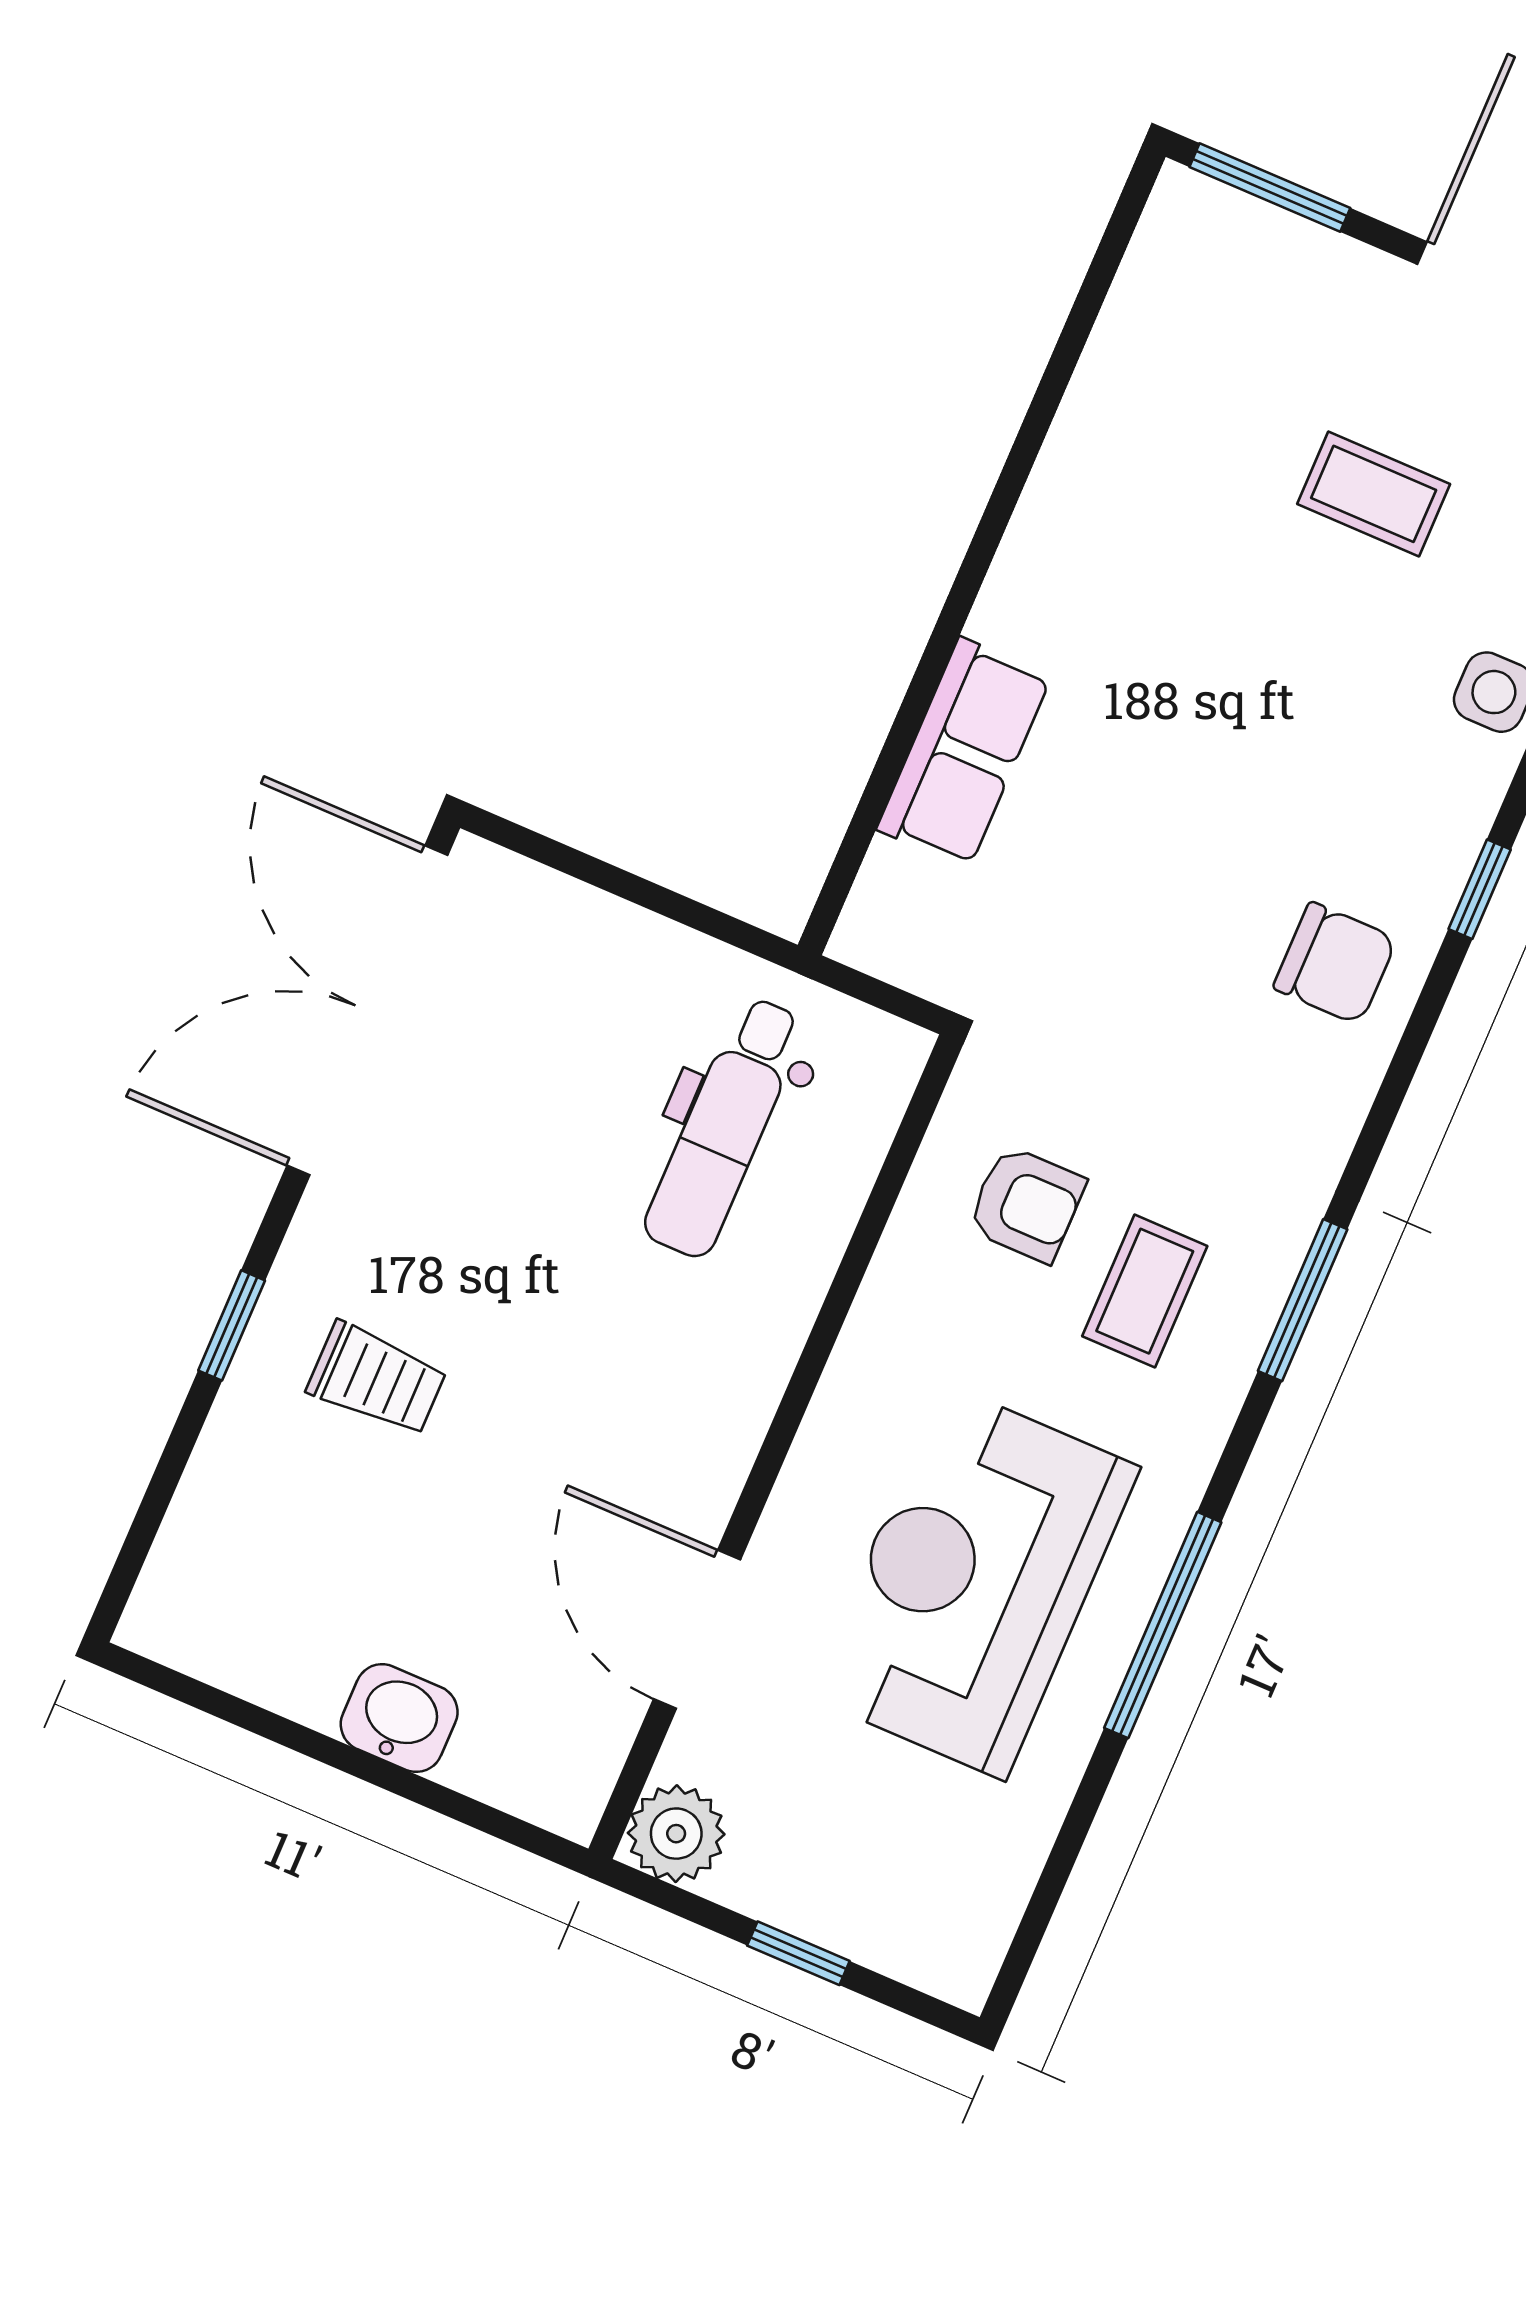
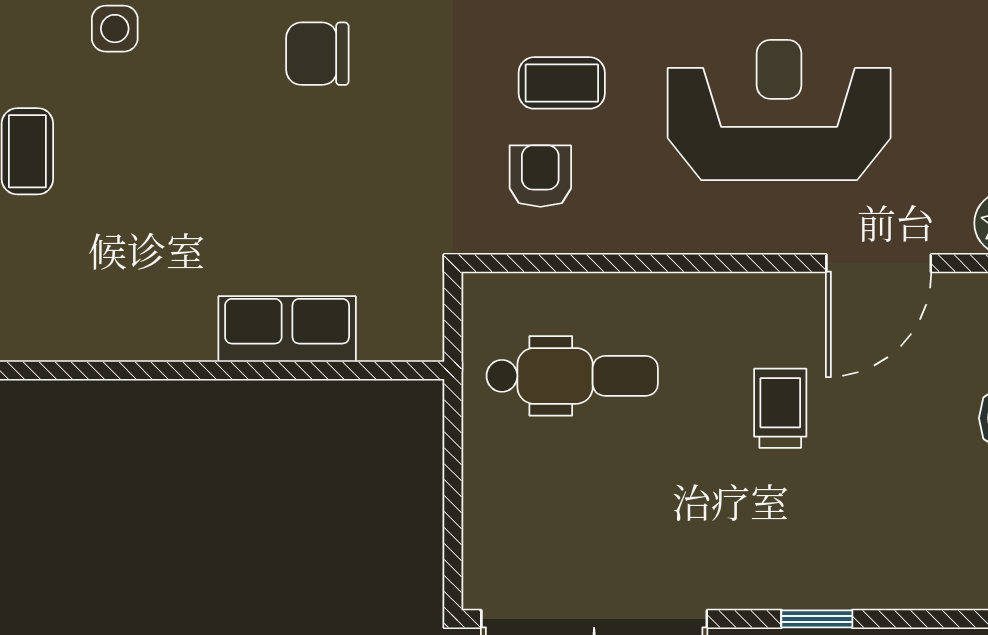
chair: (1335, 963) -> (317, 54), turned -90
trolley: (377, 1379) -> (780, 408), moved
reception desk: (974, 1582) -> (779, 110), turned 180

